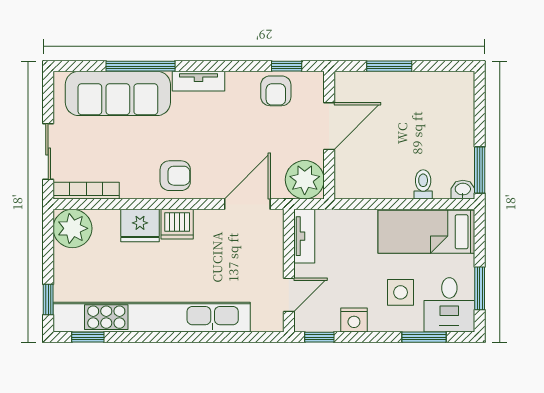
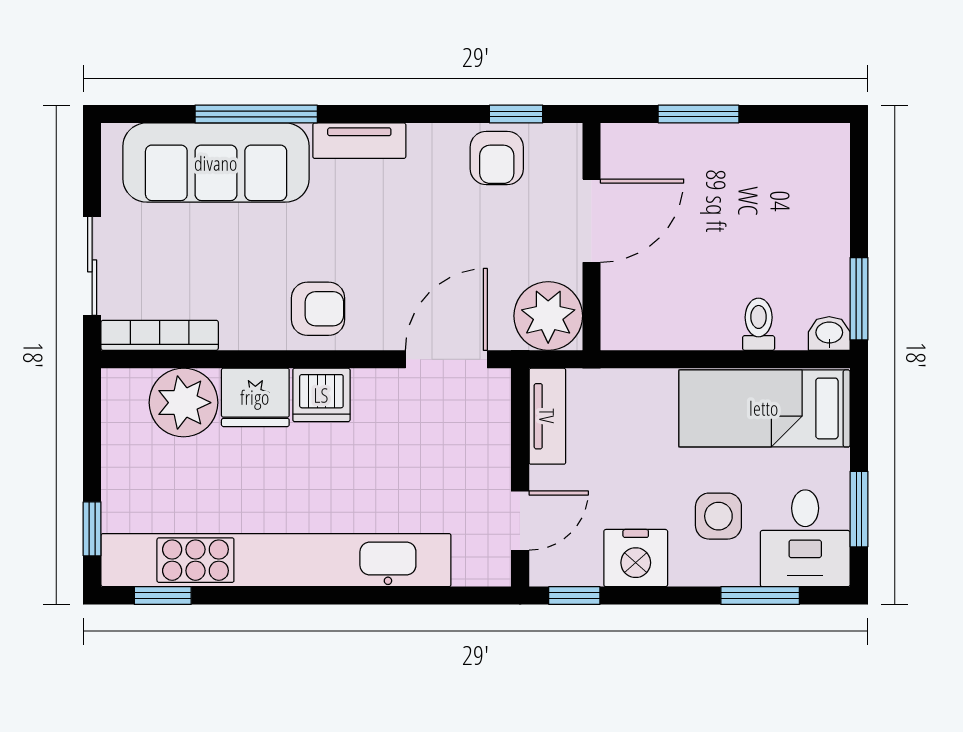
plant: (72, 228) -> (184, 403), moved
nightstand: (354, 320) -> (636, 558), width x1.36, depth x1.33

